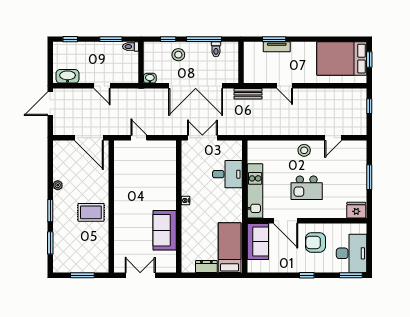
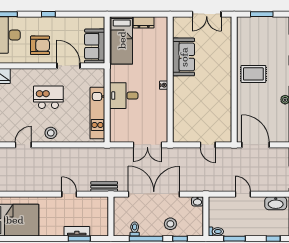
desk: (227, 174) -> (124, 96), moved
kitchen unit: (255, 191) -> (97, 113), moved

